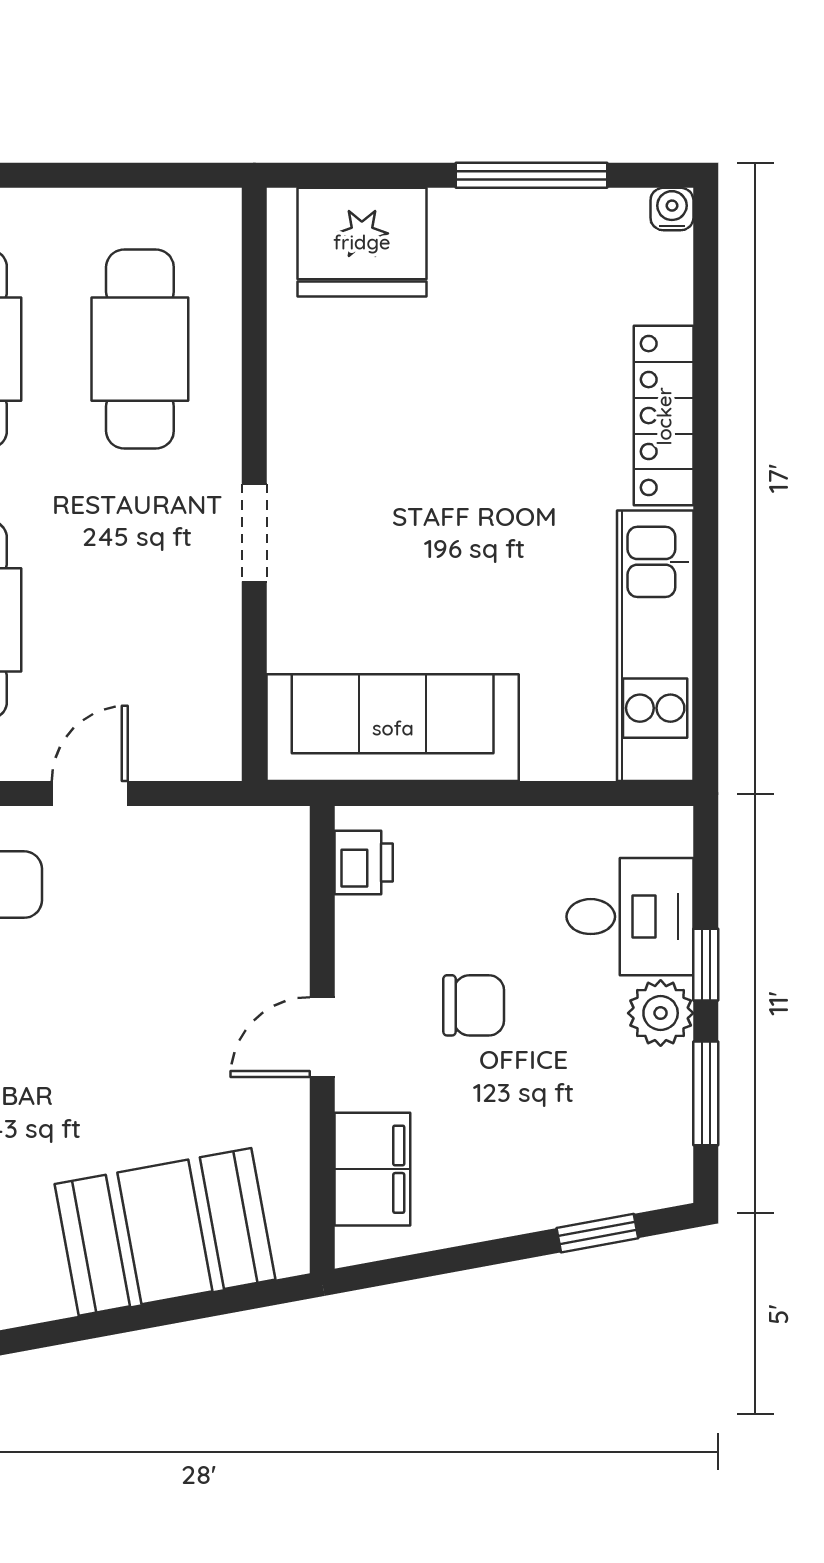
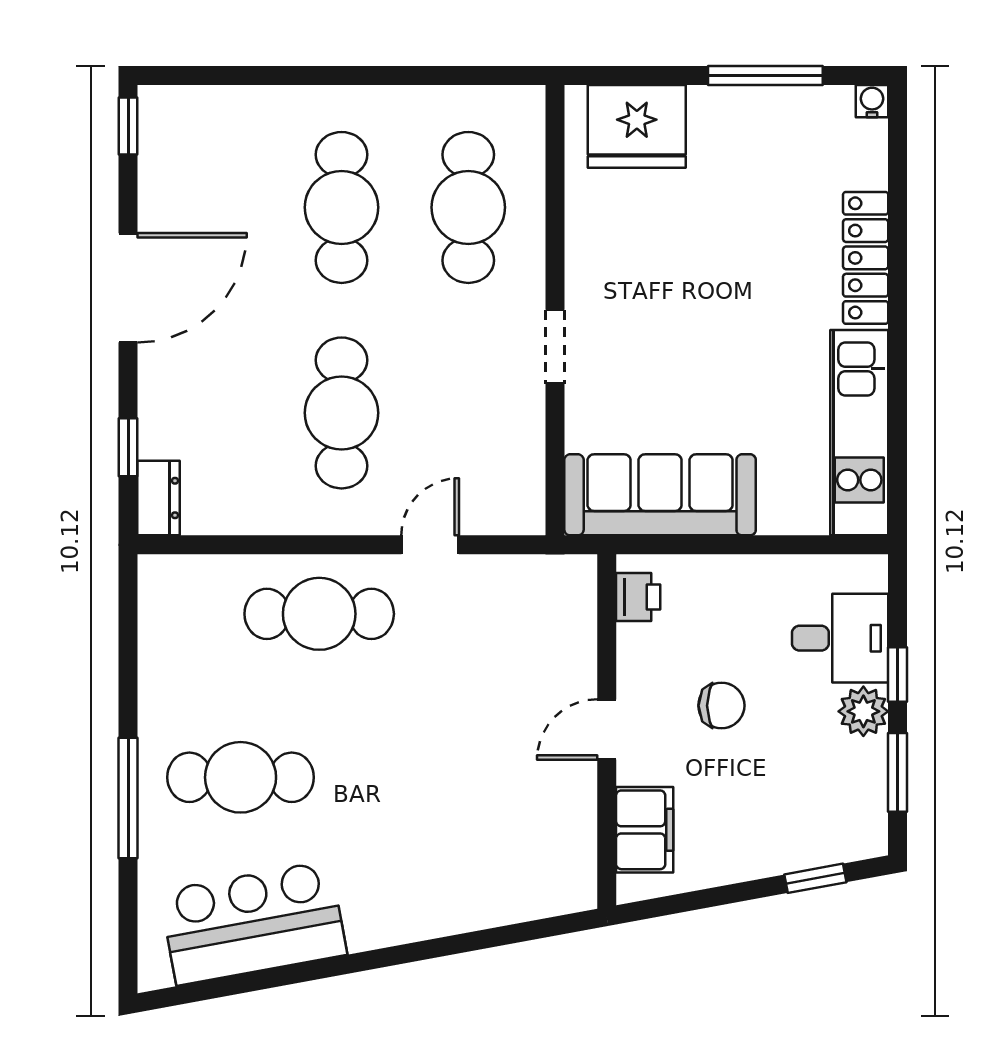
booth: (165, 1232) -> (487, 877), removed

